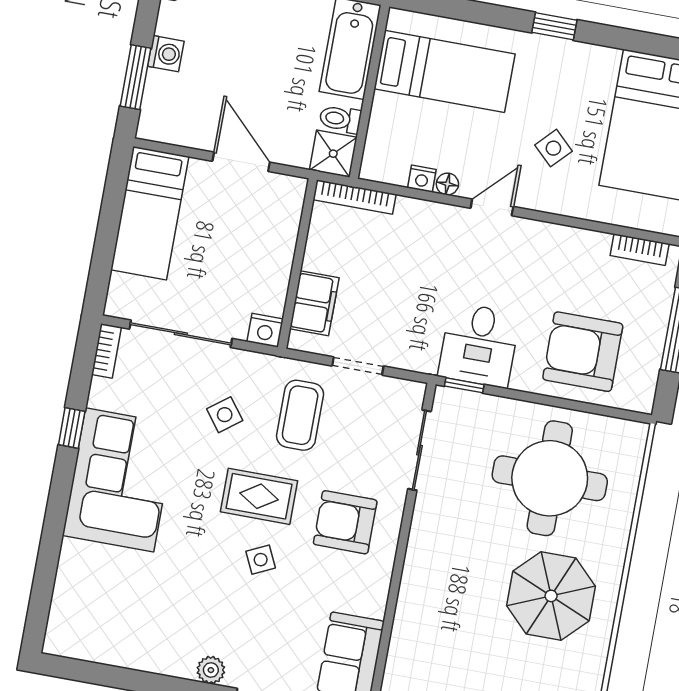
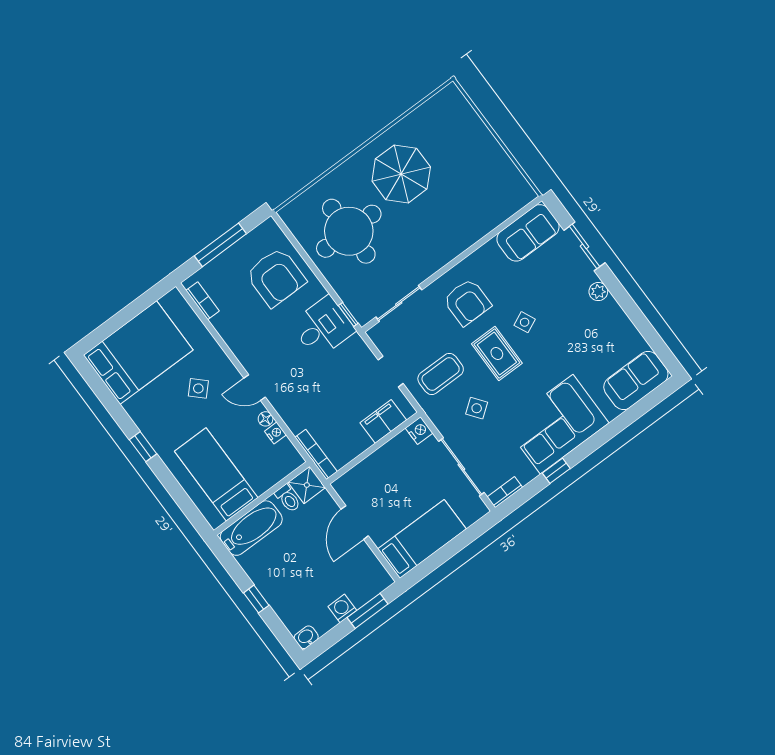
sofa: (77, 610) -> (636, 381), added

